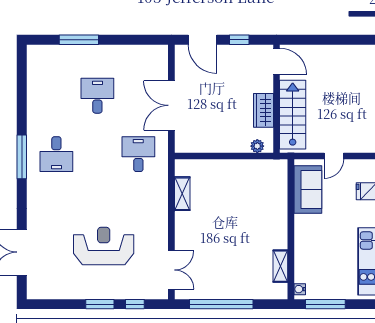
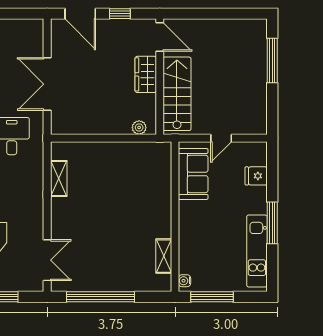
wardrobe: (263, 110) -> (146, 74), moved

